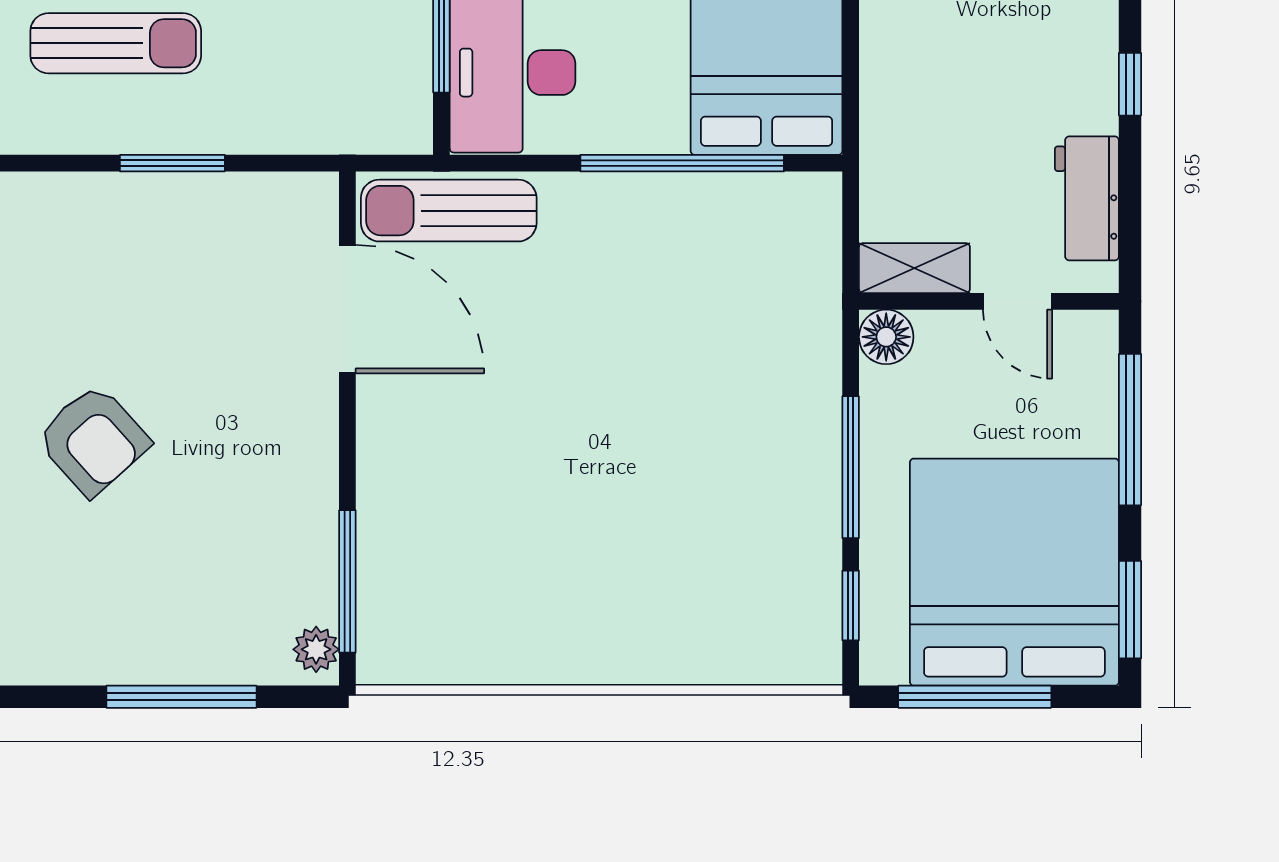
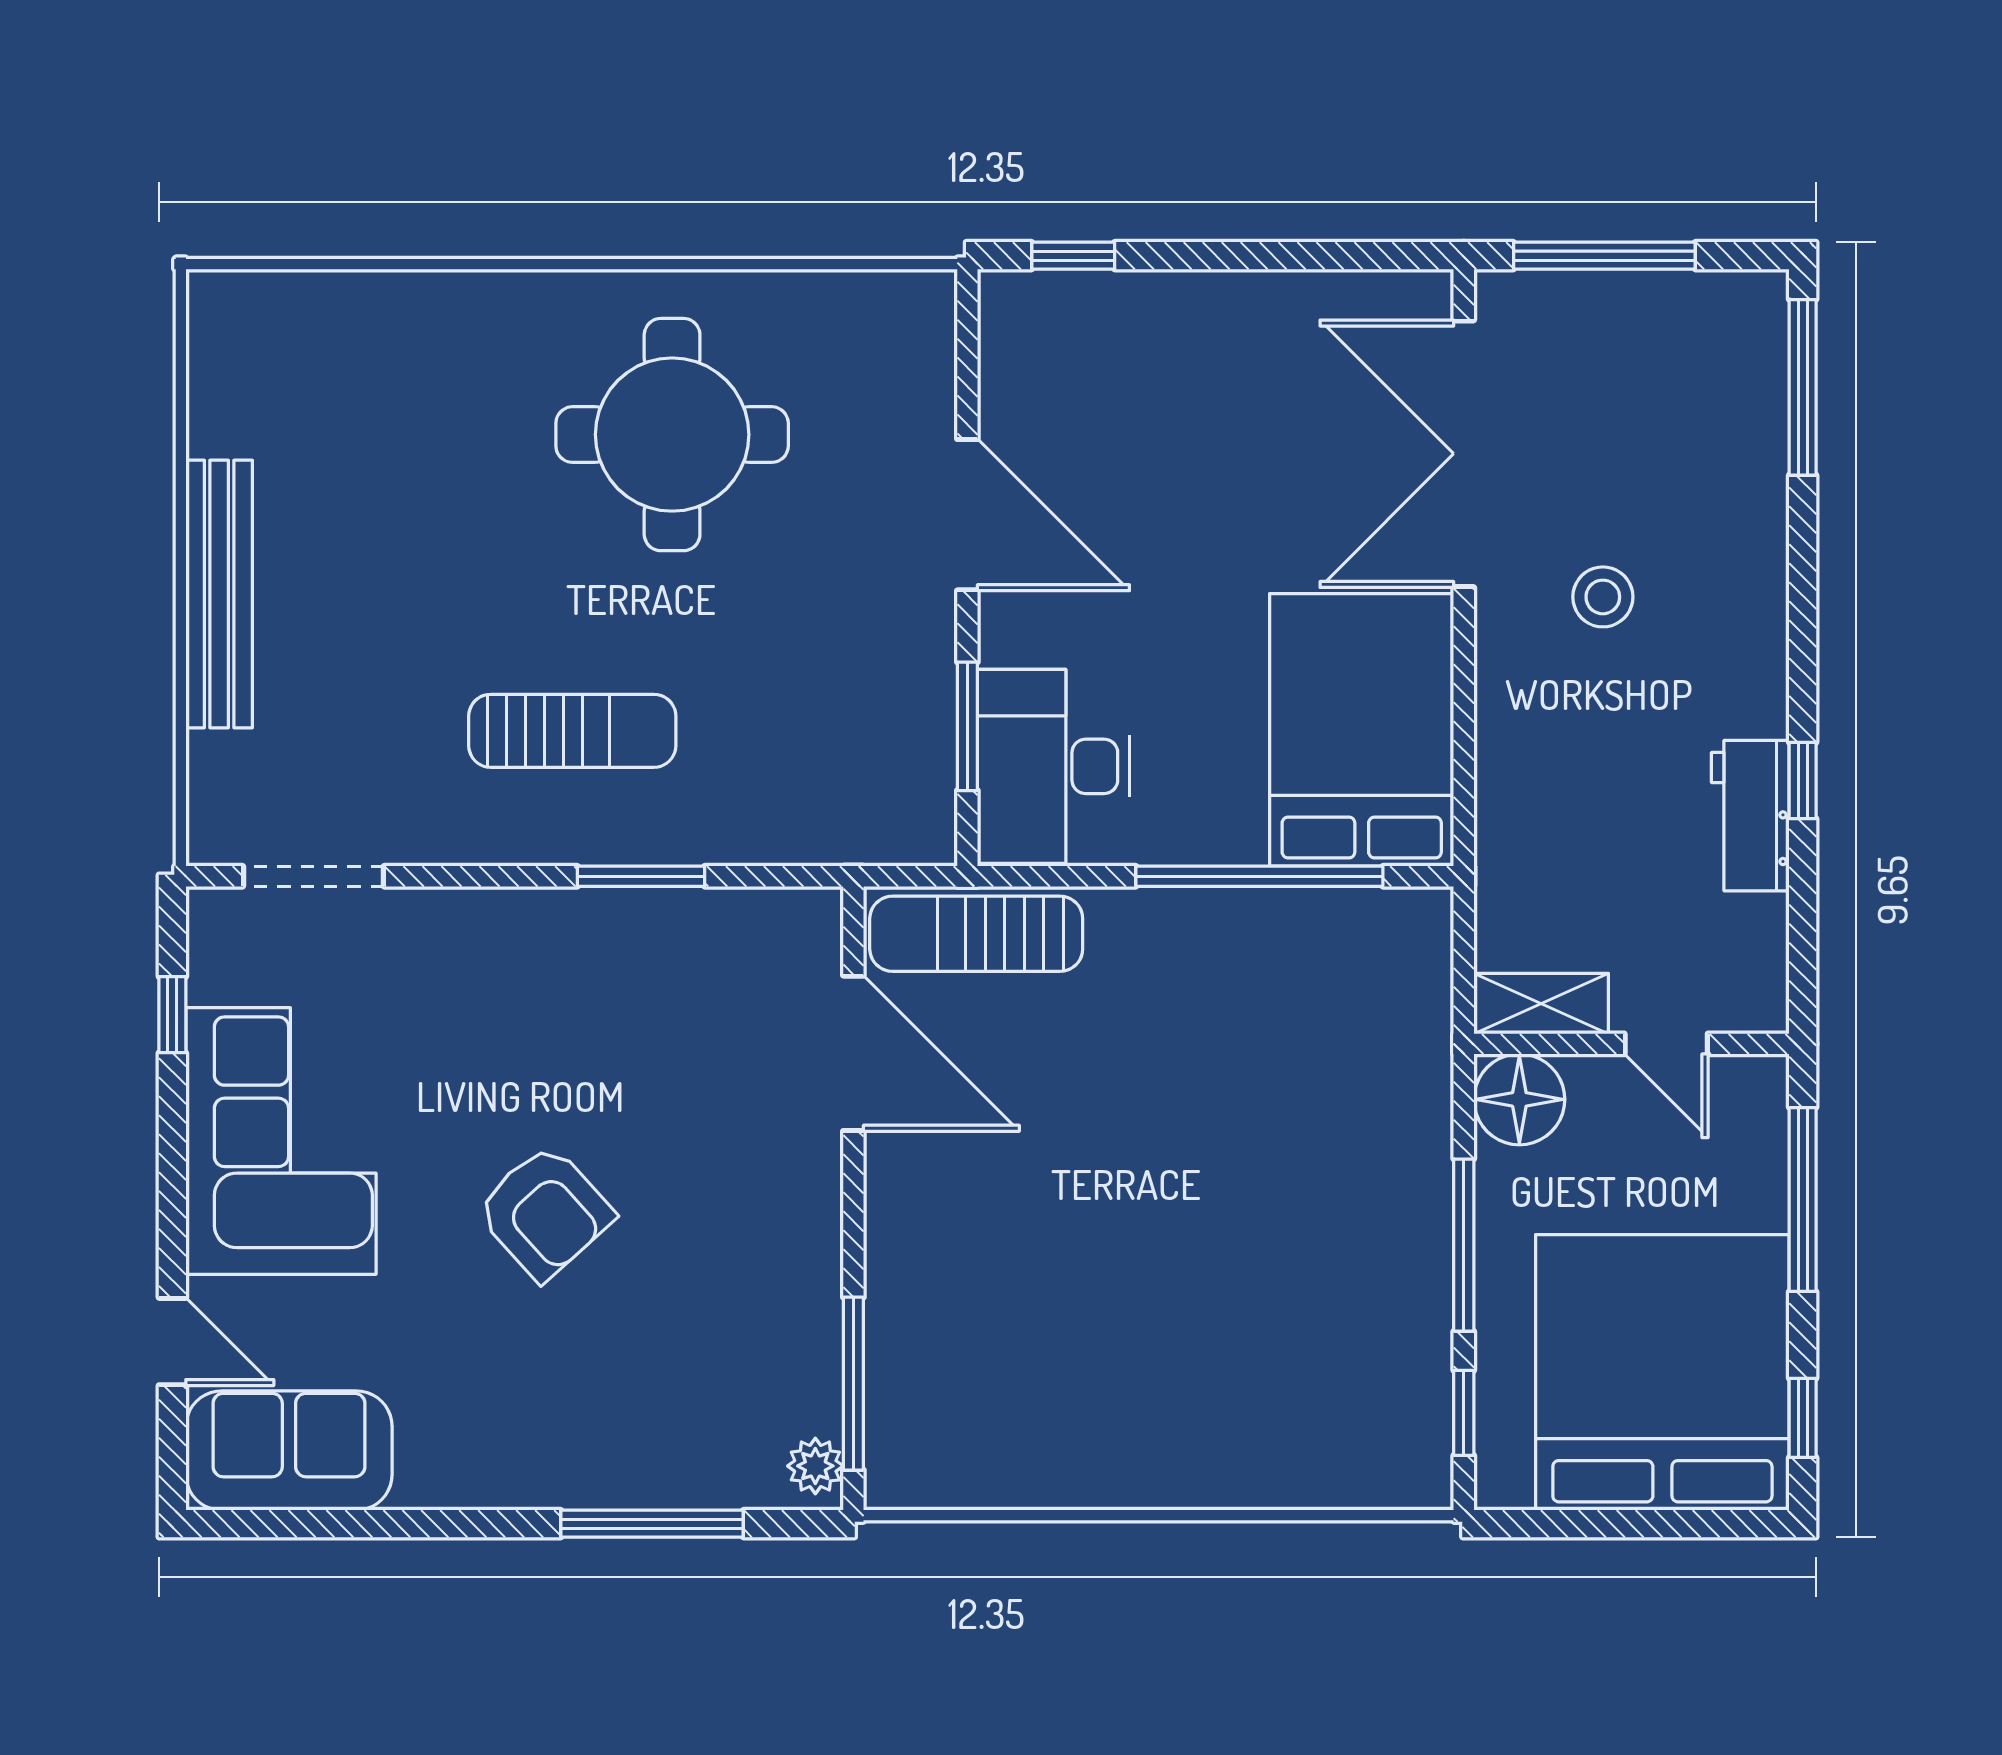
workbench: (1087, 198) -> (1750, 816), moved
floor lamp: (886, 337) -> (1519, 1099), width x1.38, depth x1.38
window: (1130, 610) -> (1803, 1418), width x0.67
window: (975, 697) -> (1614, 1524), removed

